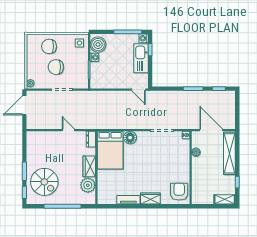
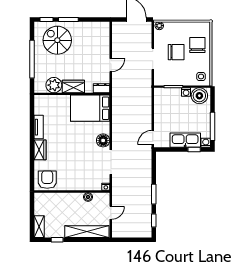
chair: (56, 67) -> (176, 52), turned 90
door: (211, 130) -> (111, 213), width x0.53
floor lamp: (130, 138) -> (103, 140), moved
spiral stairs: (44, 182) -> (57, 40), turned 90
armchair: (179, 192) -> (47, 180), turned -90

